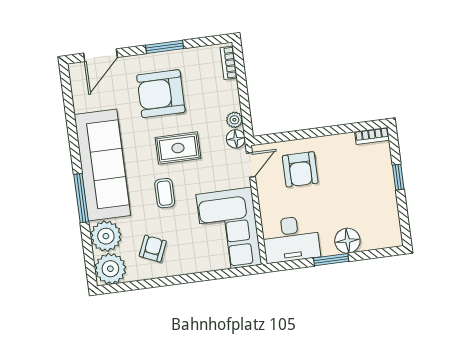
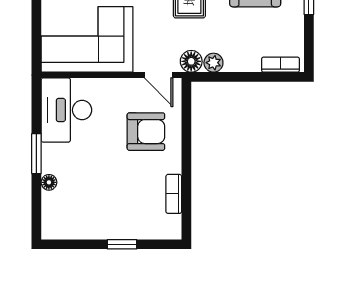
bookcase: (372, 136) -> (174, 194), moved
armchair: (300, 169) -> (146, 132), turned 180
floor lamp: (347, 241) -> (49, 182), width x0.53, depth x0.53

